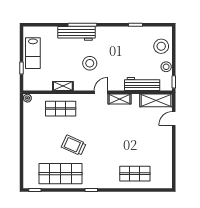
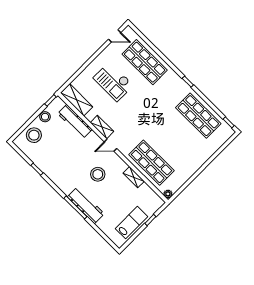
shop shelf: (61, 109) -> (152, 163), width x1.43, depth x1.36
door: (174, 118) -> (115, 36), moved
checkout: (143, 138) -> (113, 82), added
trolley: (74, 145) -> (168, 127), removed
shop shelf: (135, 174) -> (145, 62), width x1.43, depth x1.36

